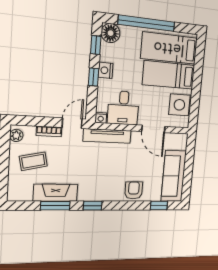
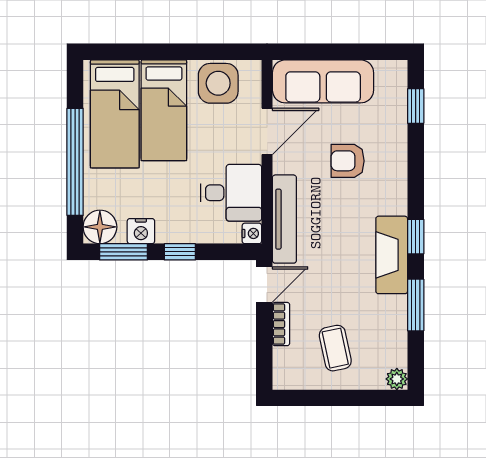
window: (96, 45) -> (123, 252), width x1.50
nightstand: (105, 70) -> (141, 231), moved
door: (72, 123) -> (264, 284), swing flipped
plant: (16, 135) -> (397, 379), moved
sofa: (174, 176) -> (323, 81), moved
armchair: (134, 190) -> (348, 161), moved
fireplace: (56, 193) -> (392, 255), moved

